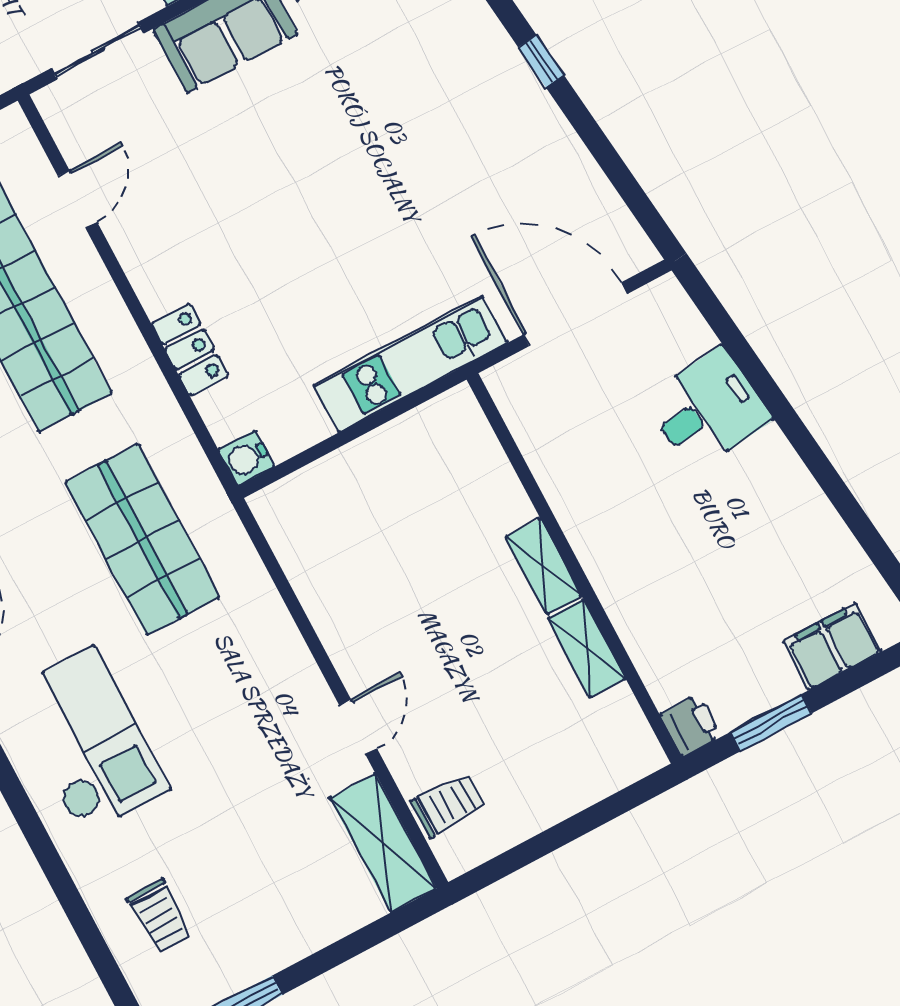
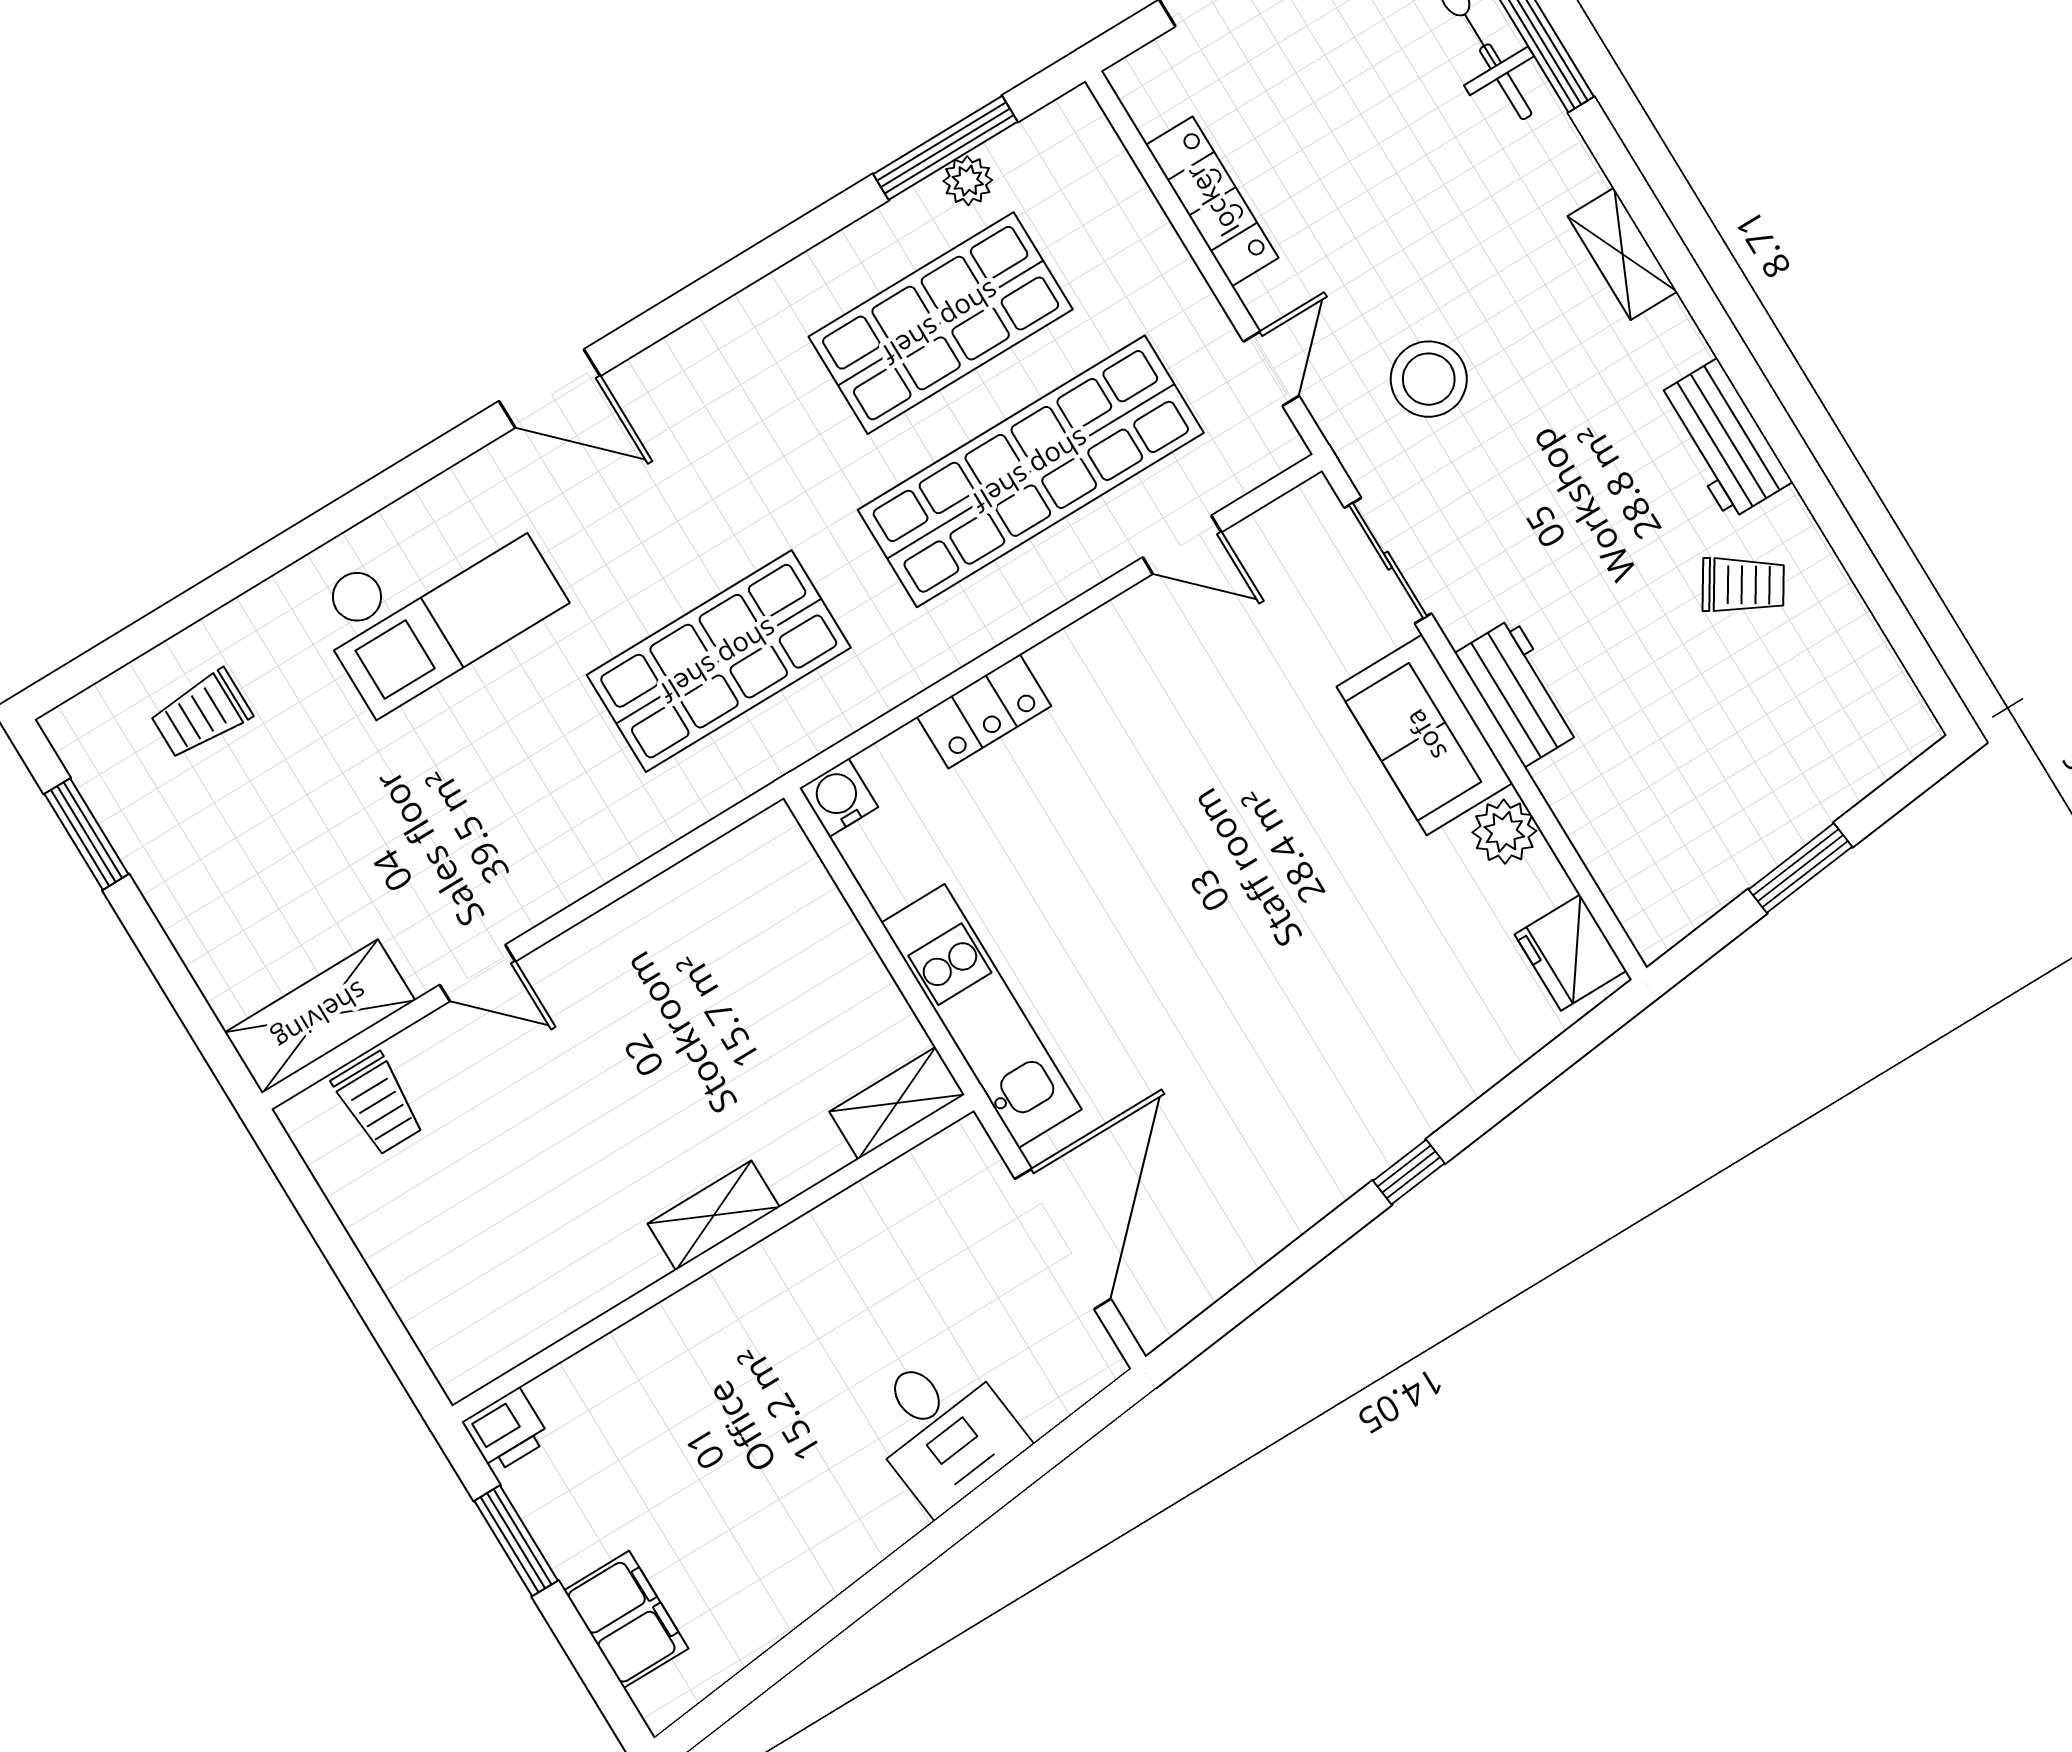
shelving: (587, 648) -> (897, 1103), moved

